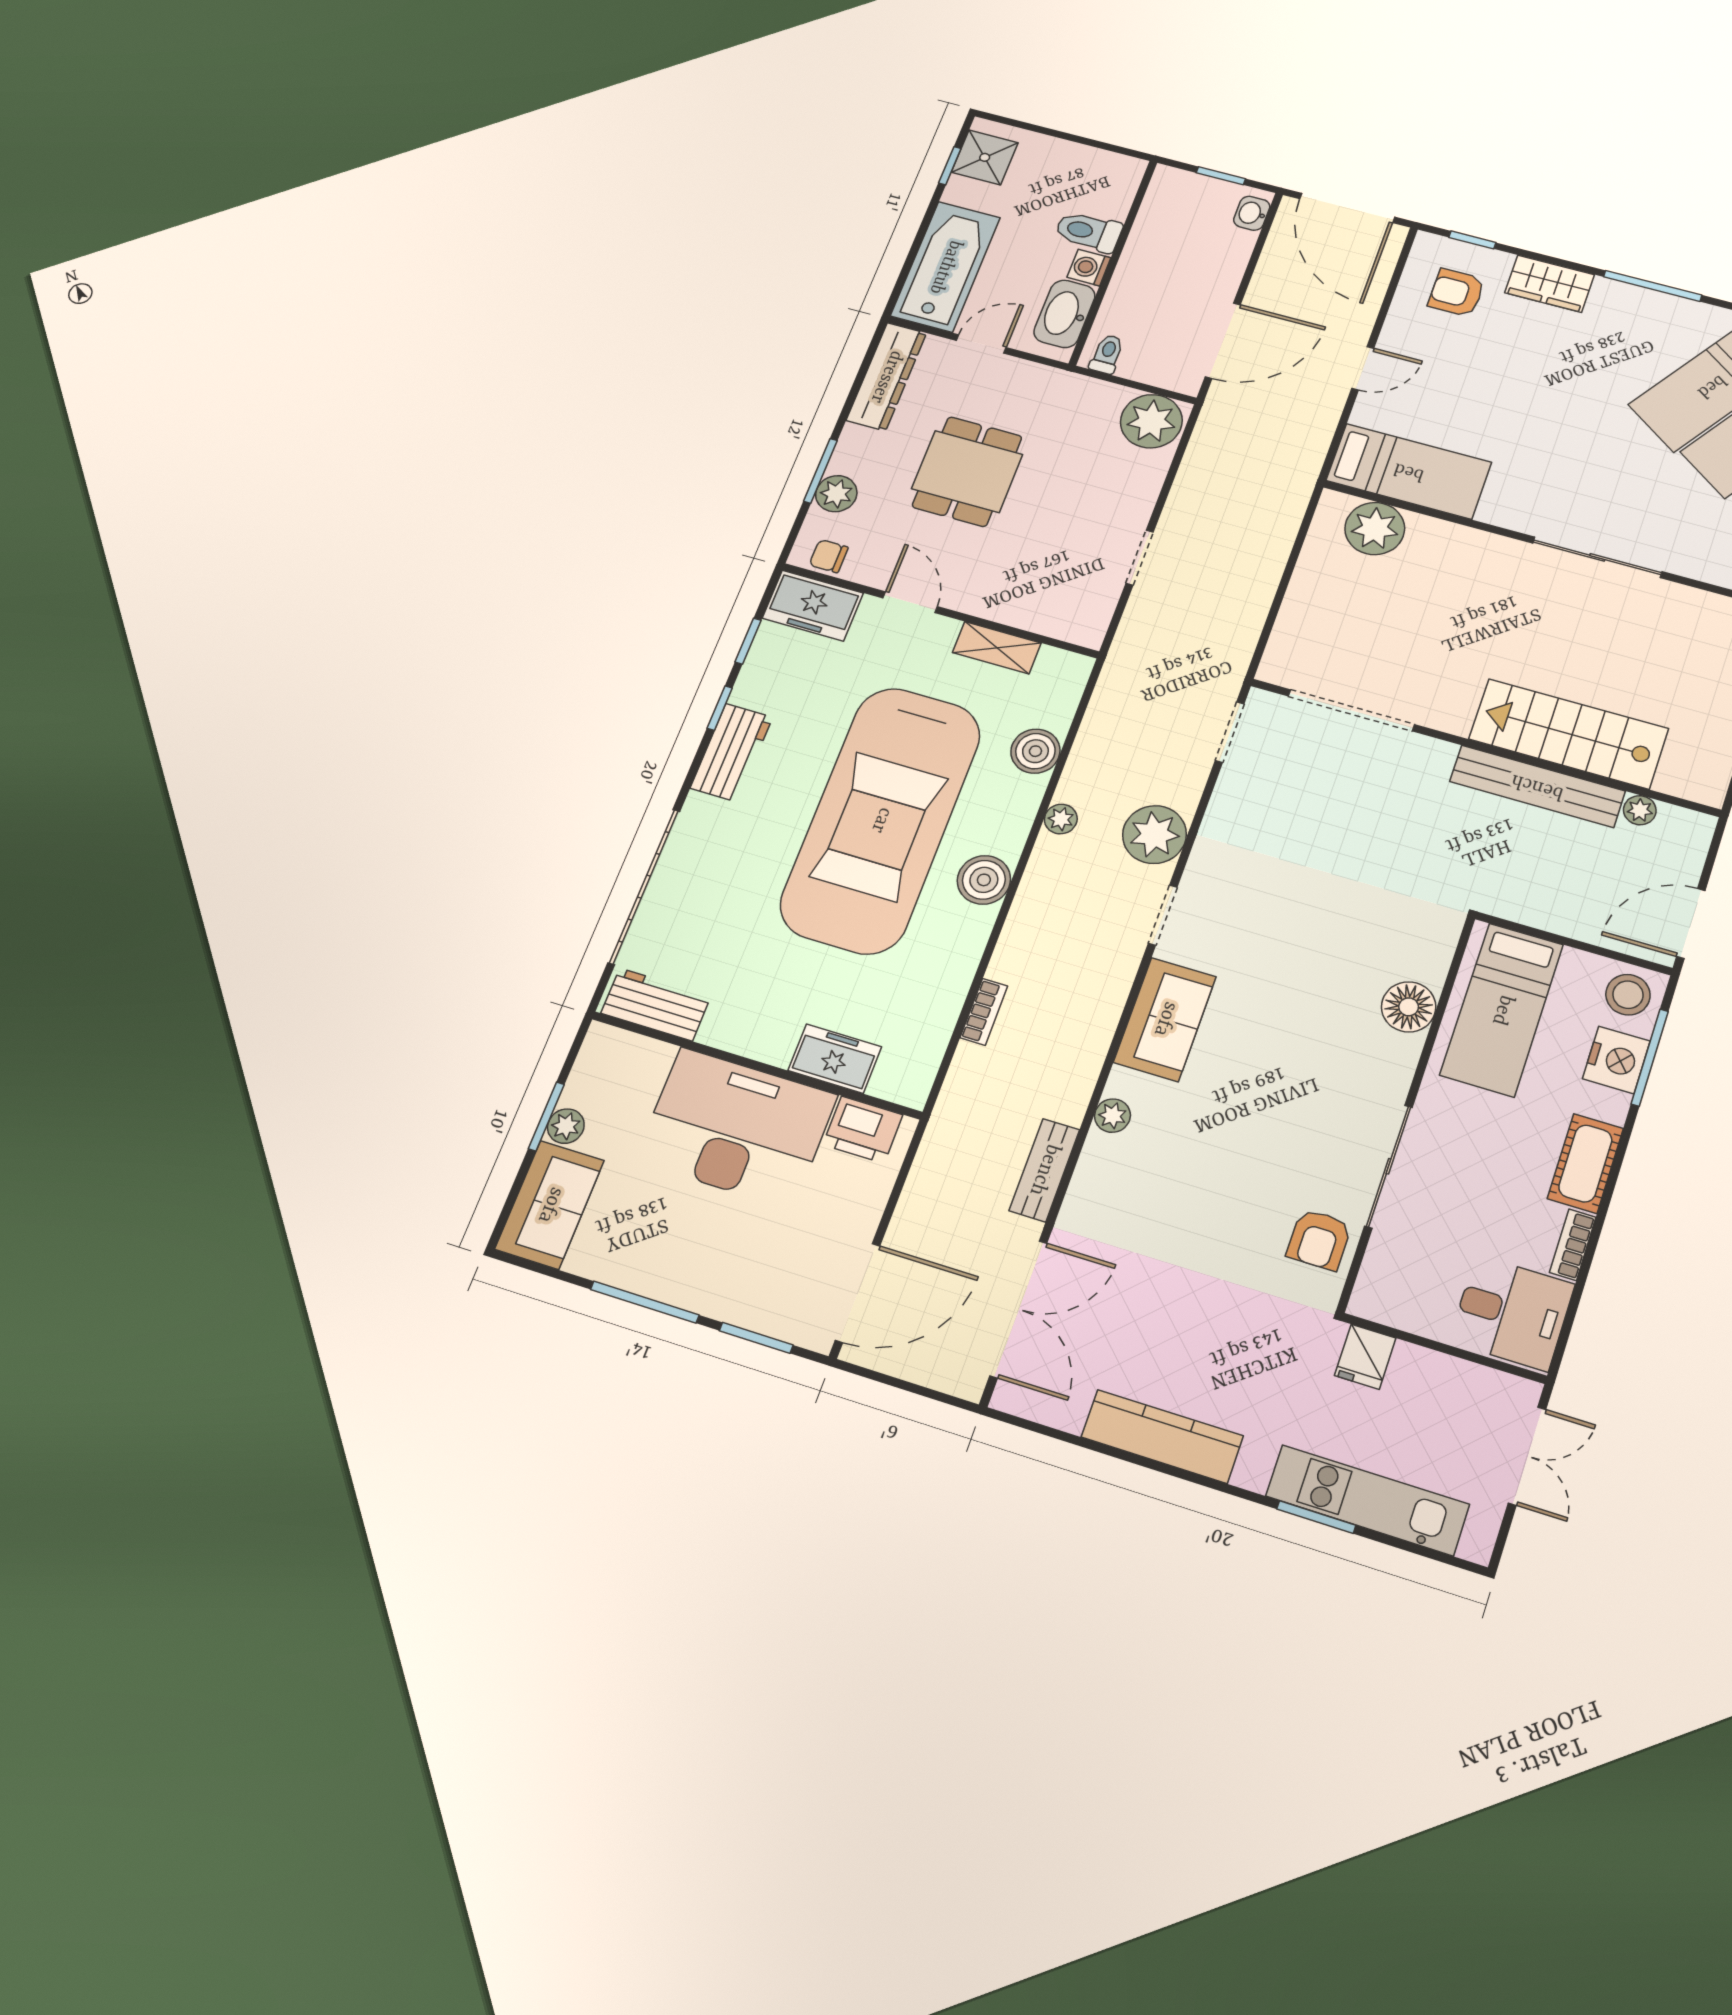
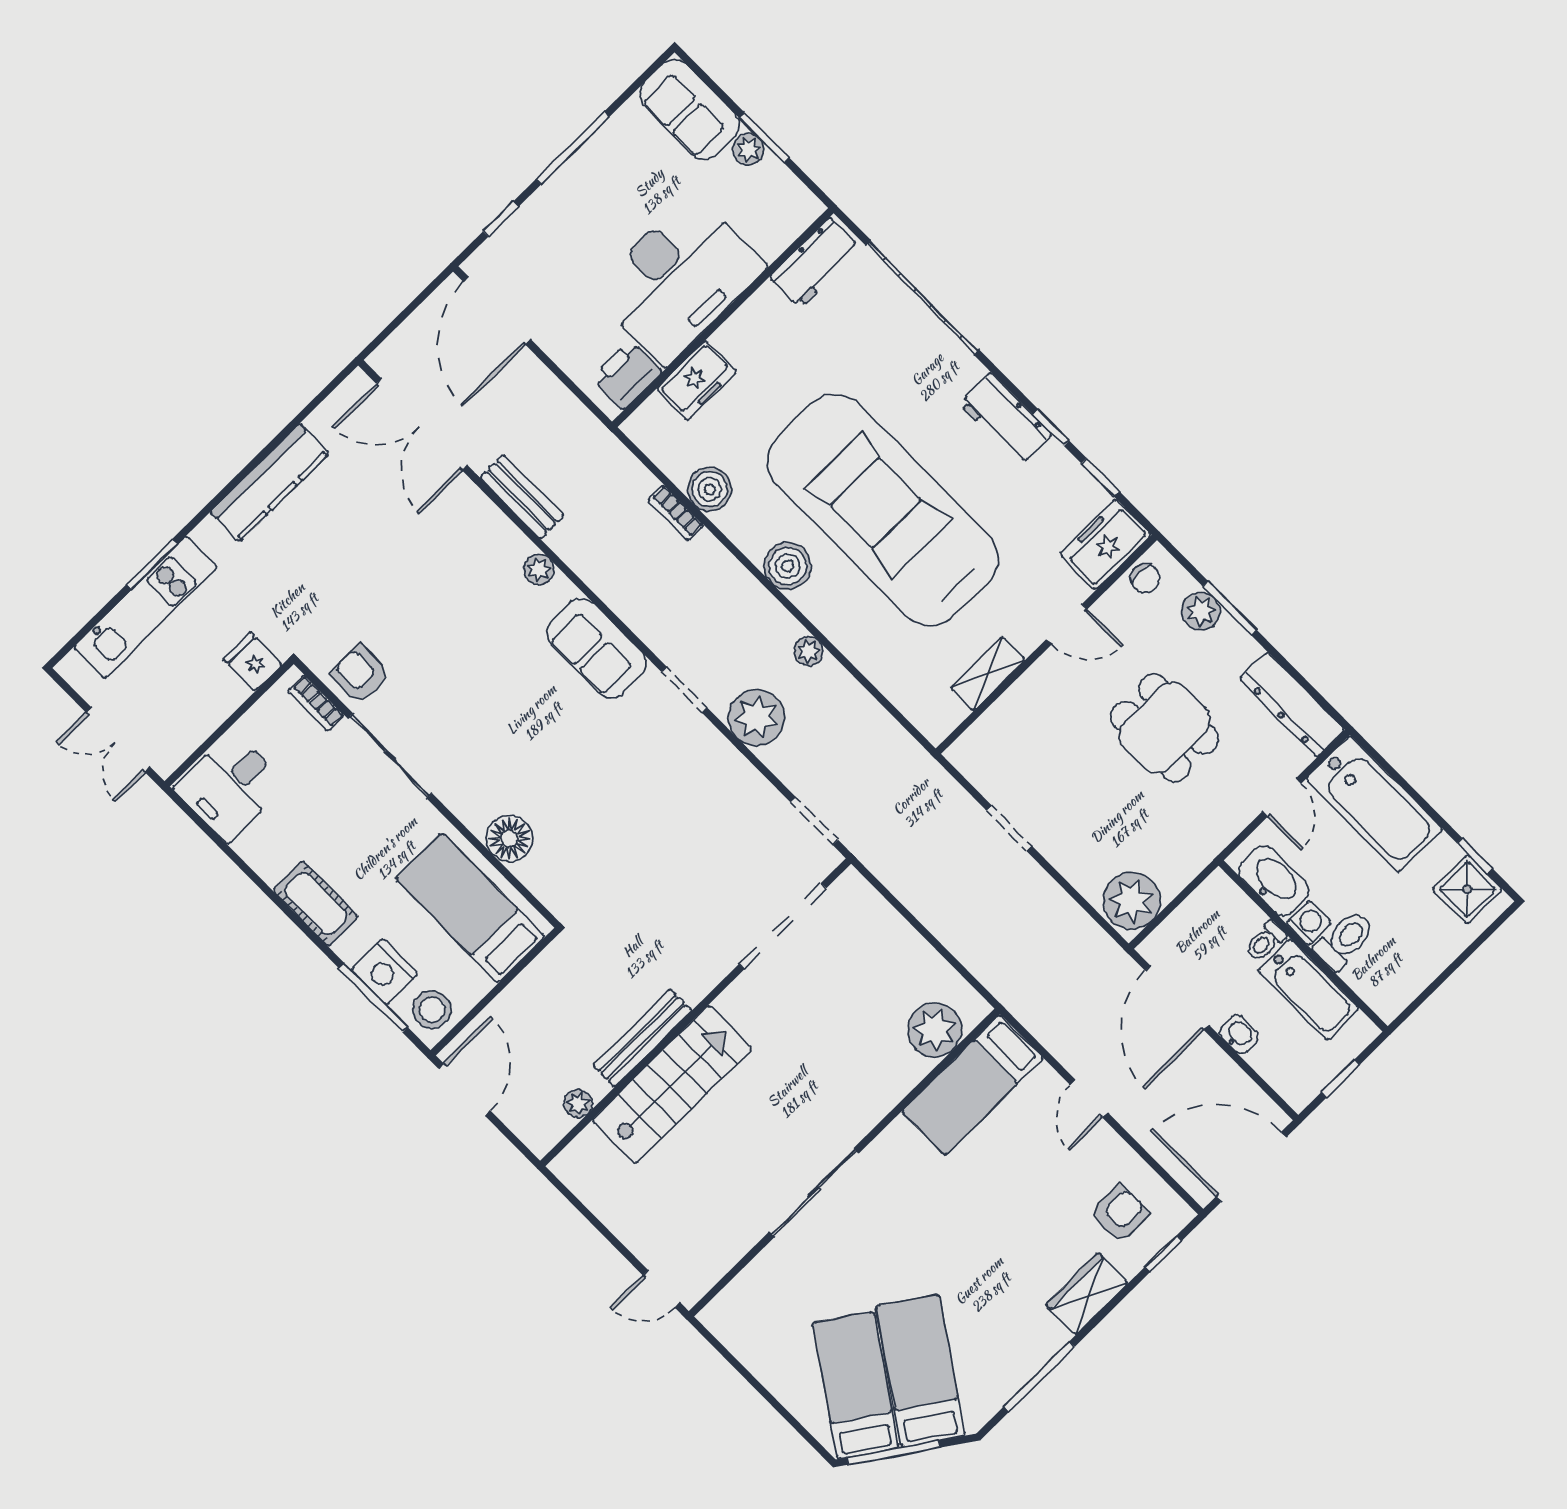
washbasin: (1252, 213) -> (1239, 1034), moved
bathtub: (1152, 239) -> (1308, 990), added
toilet: (1107, 354) -> (1265, 941), moved, turned 90
chair: (829, 556) -> (1145, 578), turned 90
boiler: (1035, 751) -> (710, 489), moved
bench: (1537, 786) -> (643, 1038), width x0.73, depth x0.82
bookcase: (1573, 1245) -> (316, 703), moved, turned 180
window: (756, 1338) -> (501, 219), width x0.67

